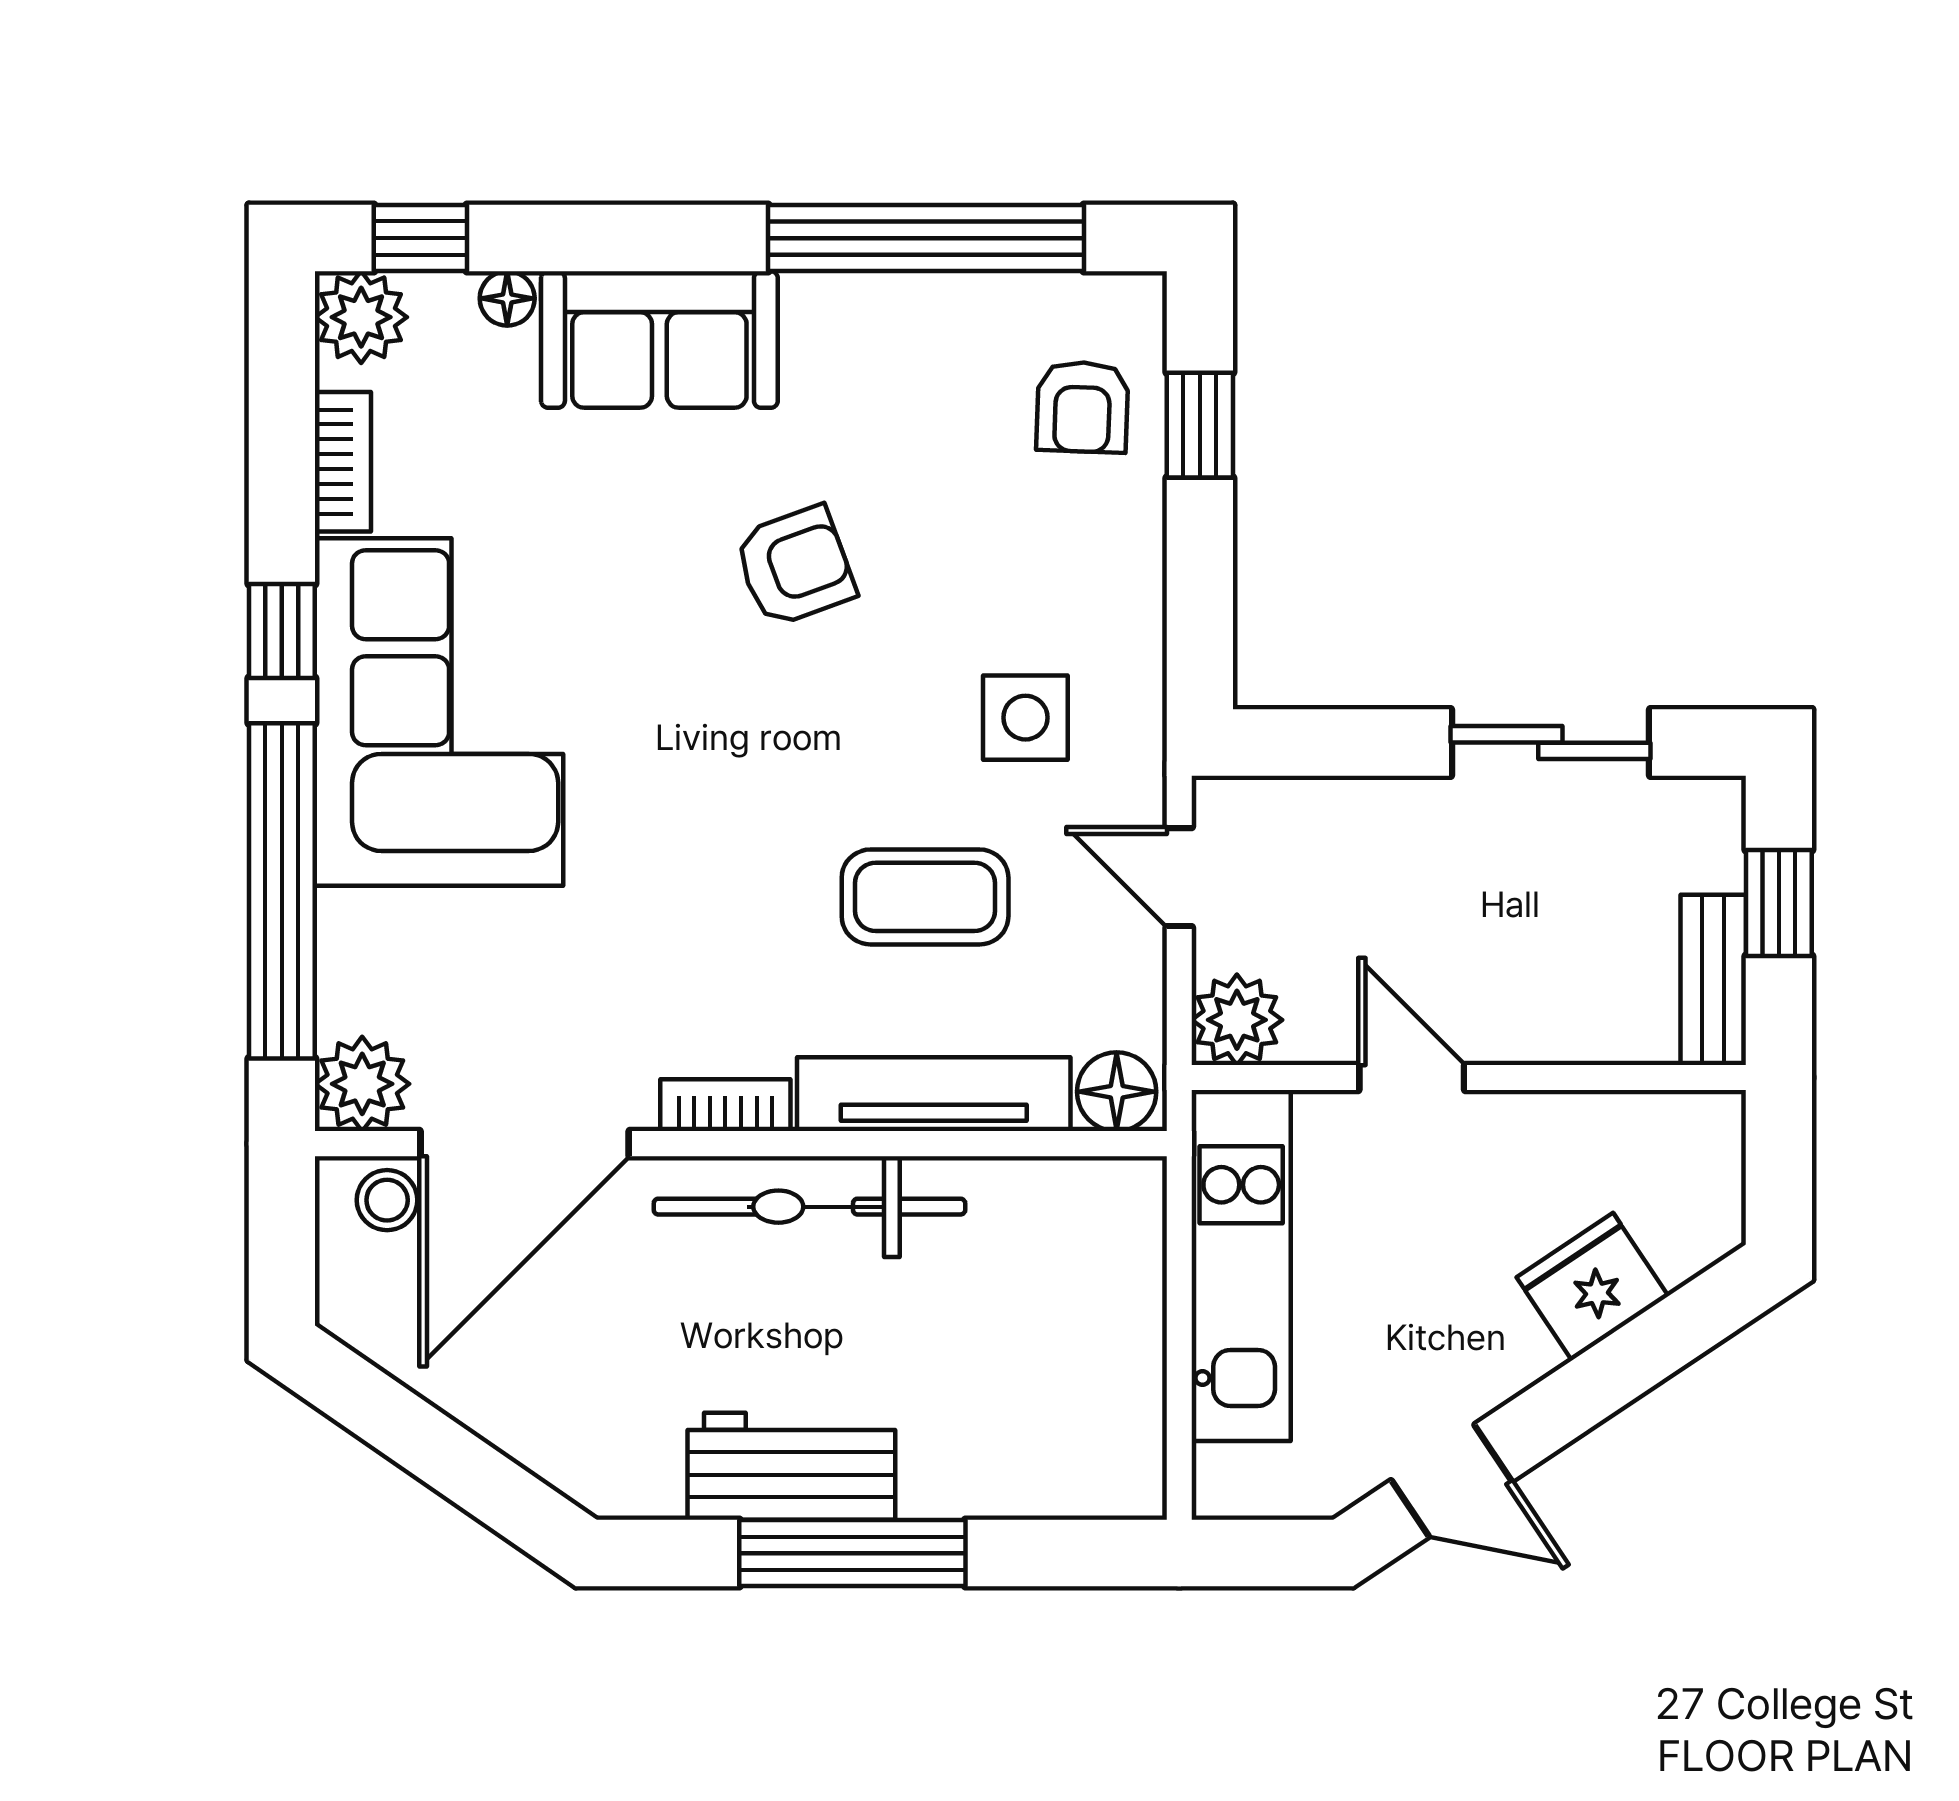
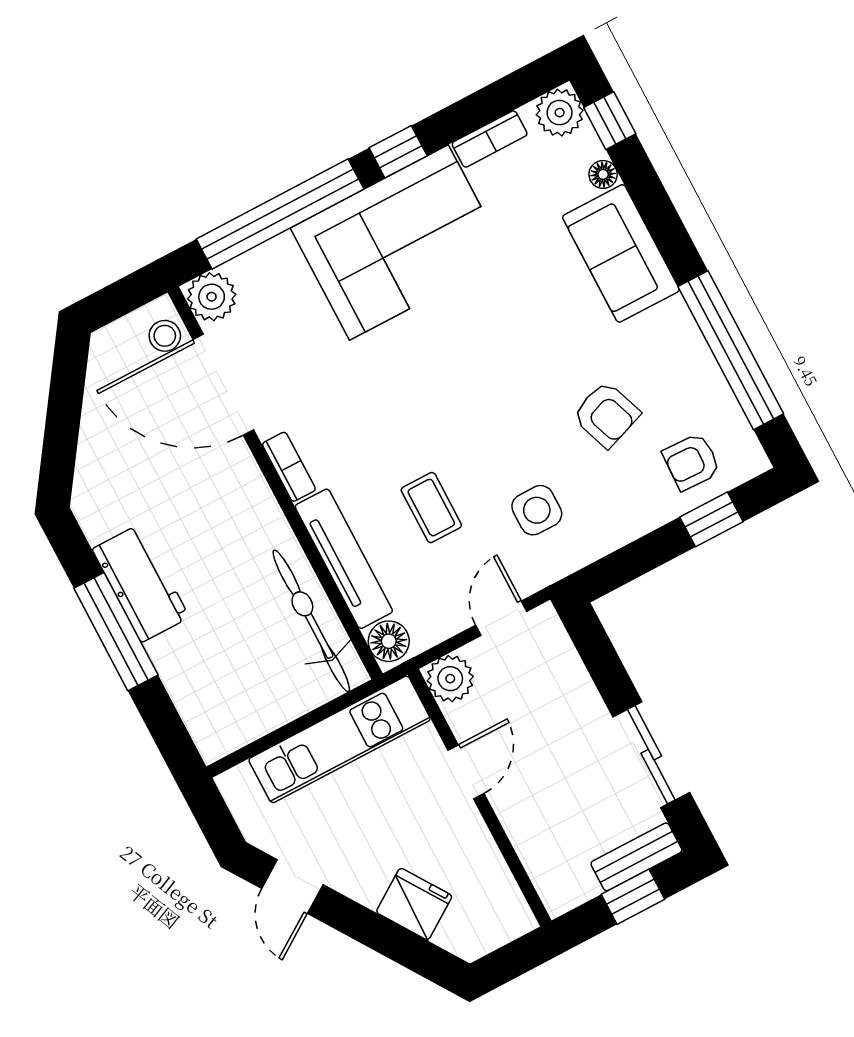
armchair: (795, 566) -> (606, 415), moved
coffee table: (925, 897) -> (431, 508), width x0.73, depth x0.77
bench: (1713, 980) -> (636, 857), moved
bicycle: (809, 1207) -> (311, 621), moved

